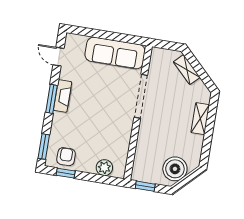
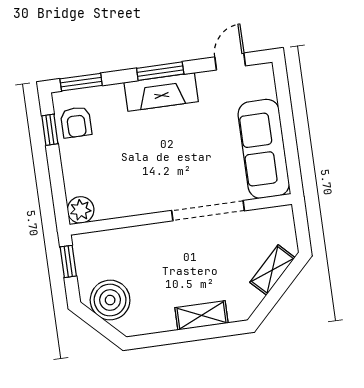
fireplace: (63, 96) -> (161, 92), width x1.37, depth x1.32
armchair: (66, 157) -> (76, 122), turned 90
plant: (104, 168) -> (81, 210), moved

